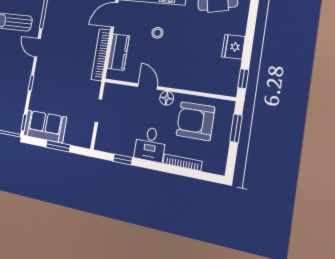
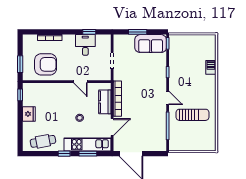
floor lamp: (167, 98) -> (66, 76), removed
desk: (150, 144) -> (85, 45), moved

